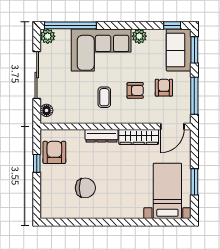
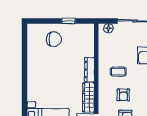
armchair: (54, 152) -> (77, 34), removed
chair: (85, 188) -> (54, 39), moved, turned -90

